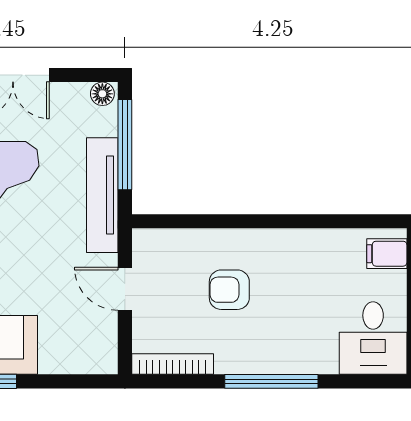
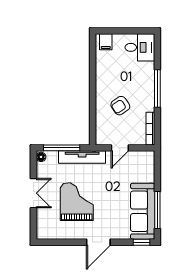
armchair: (229, 290) -> (120, 106), turned 56

